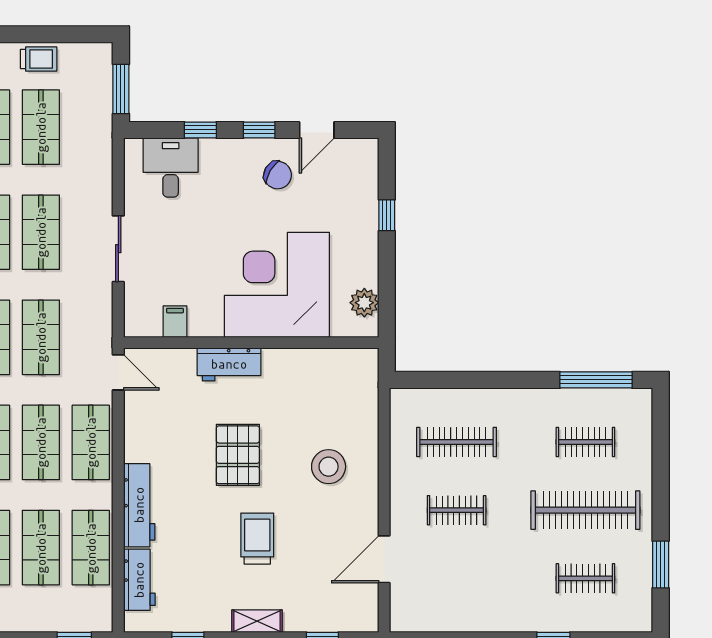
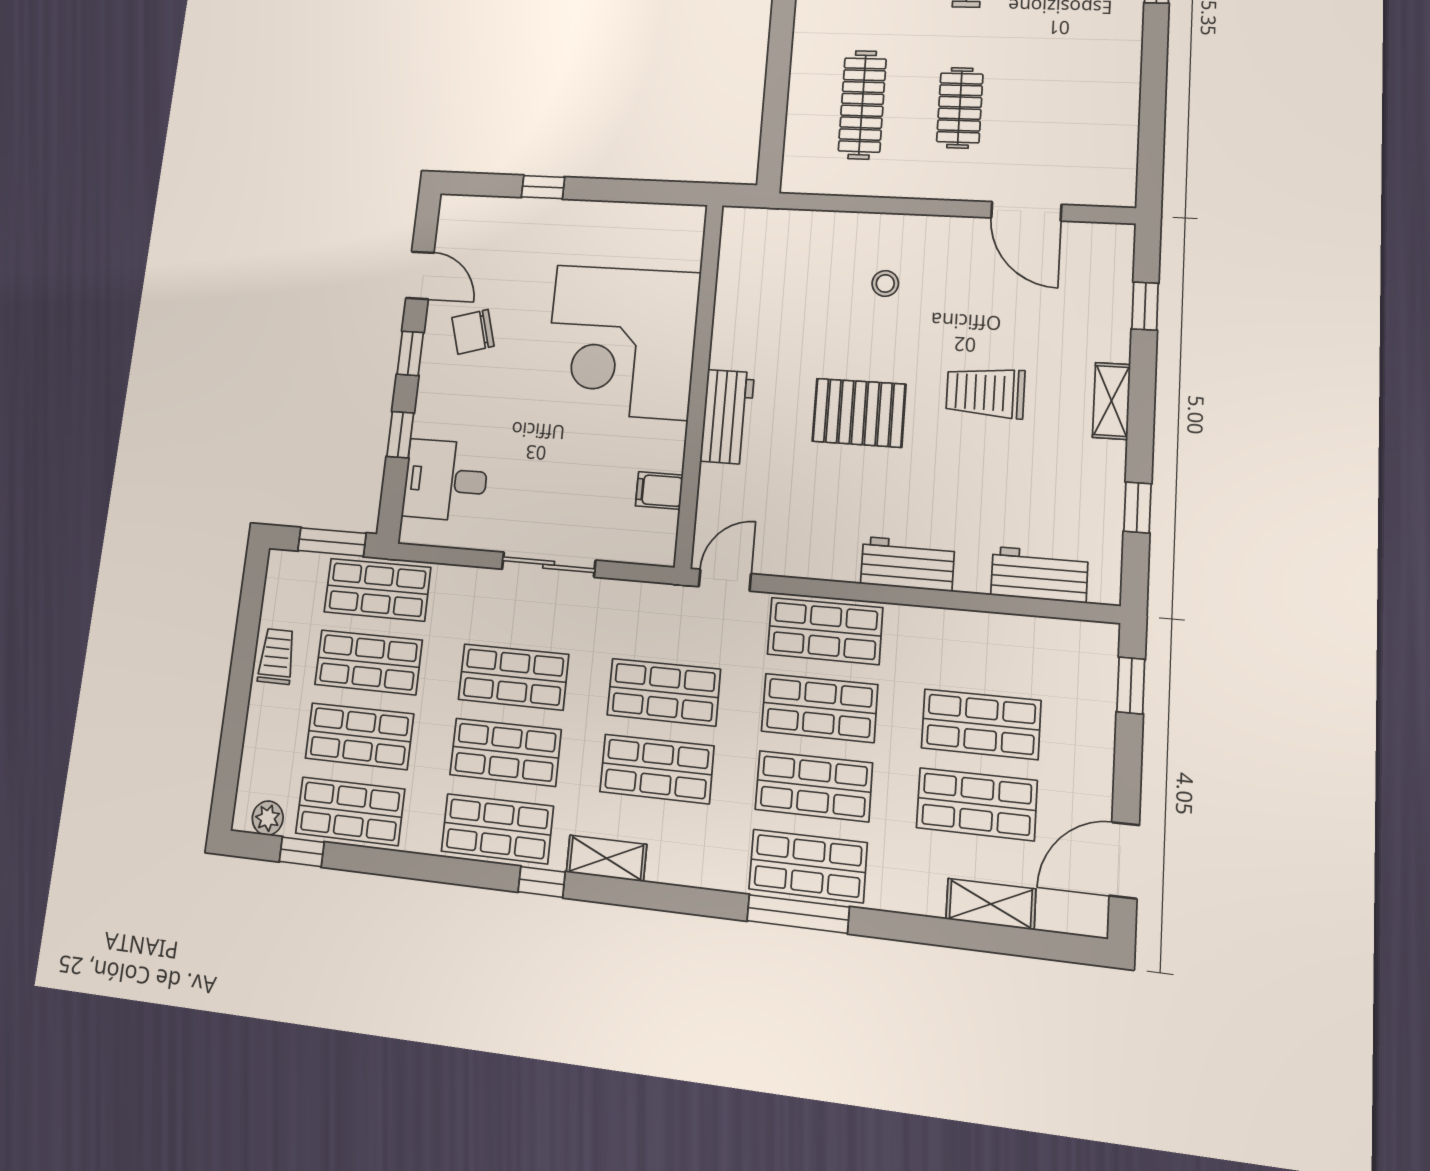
chair: (278, 175) -> (473, 332), turned -136
plant: (364, 303) -> (658, 223), removed
stool: (329, 467) -> (885, 283), width x0.53, depth x0.53
workbench: (139, 505) -> (907, 564), width x0.73
shop shelf: (91, 548) -> (377, 590), moved

